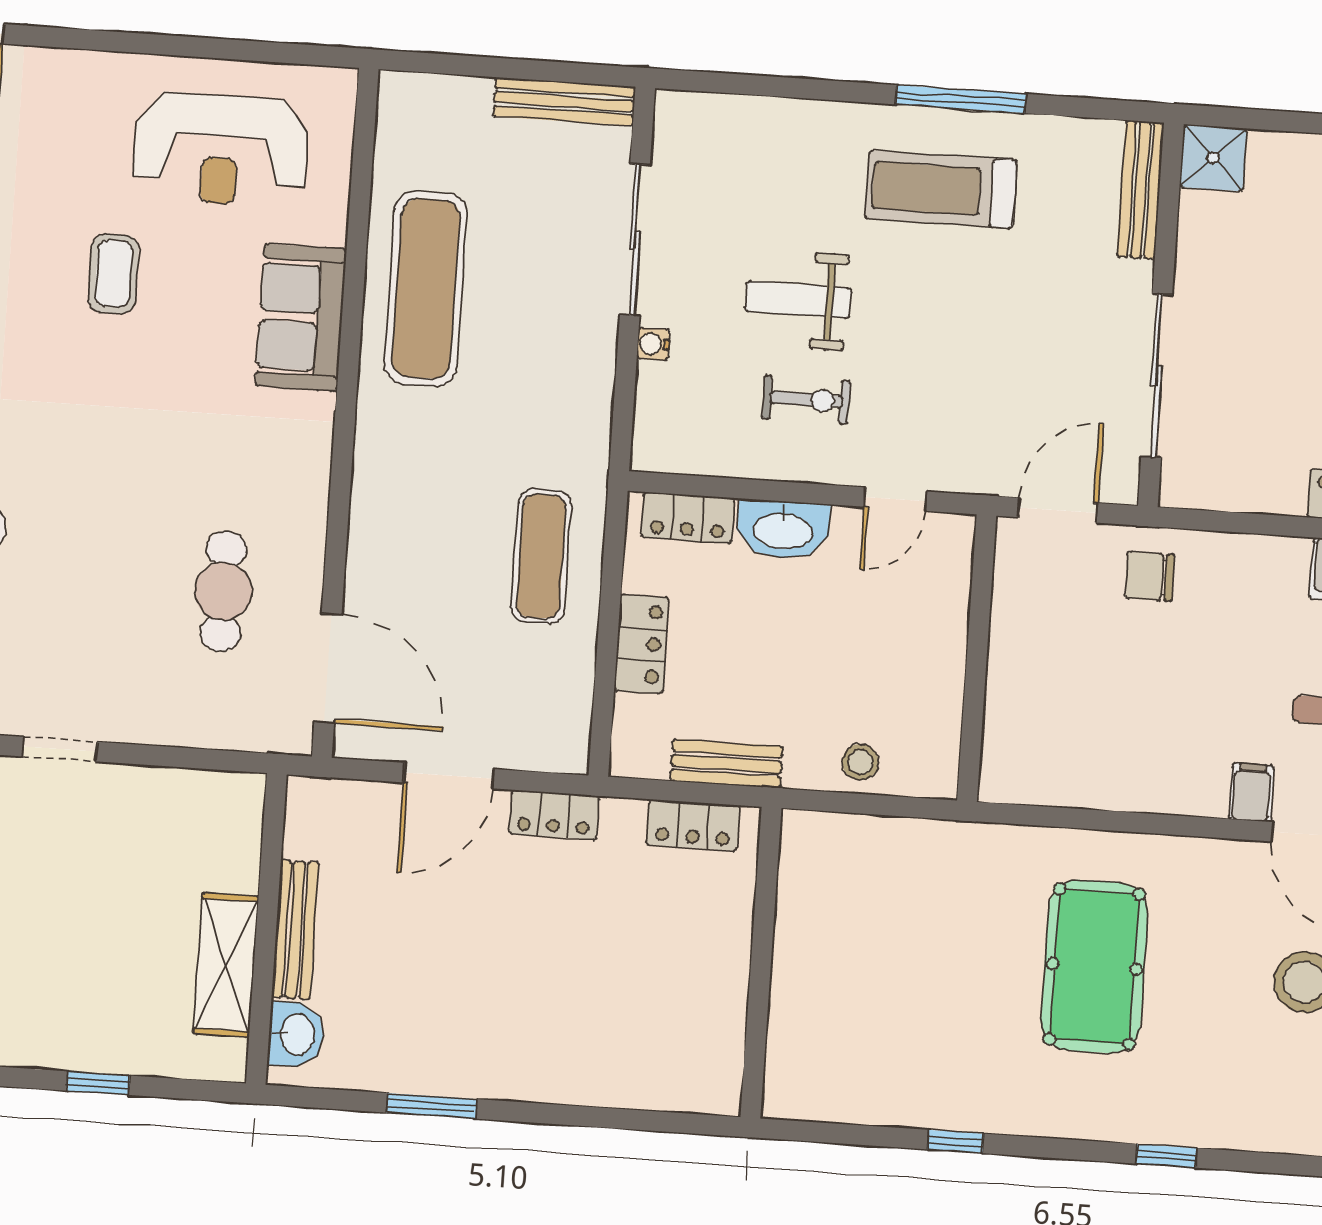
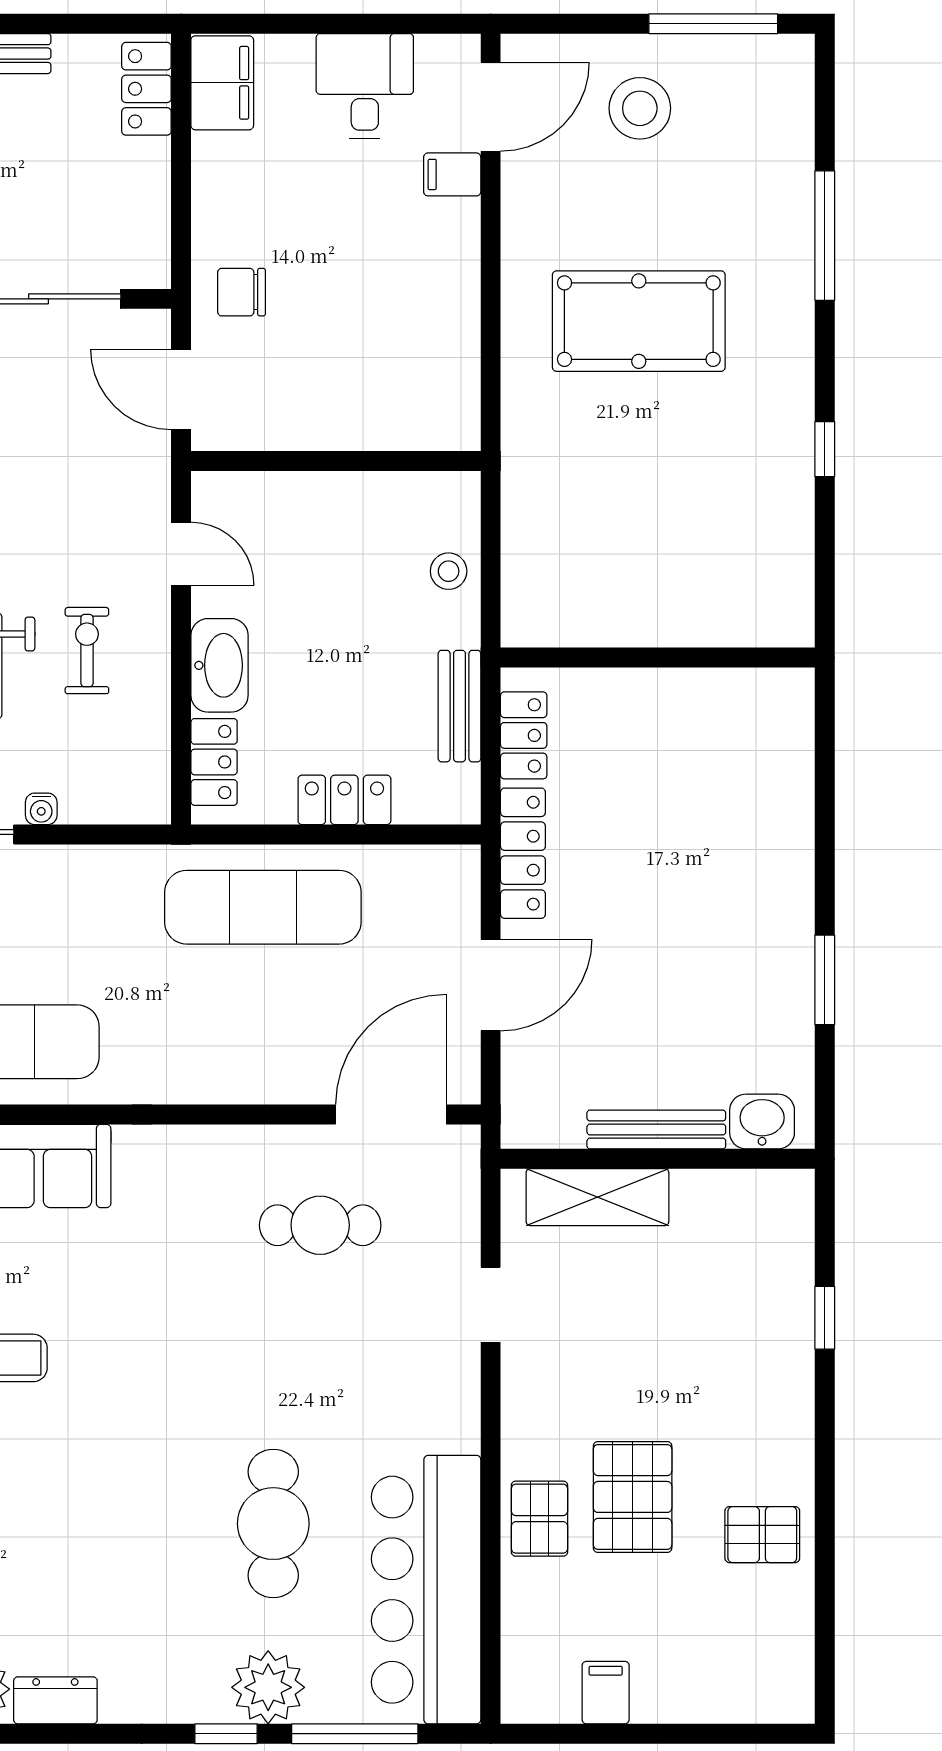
exercise mat: (541, 556) -> (263, 907), width x1.36, depth x1.45
chair: (1150, 576) -> (241, 292), turned 90
doorway: (60, 749) -> (491, 1305), moved
door: (449, 776) -> (491, 985), hinge flipped
locker: (554, 815) -> (523, 853), width x1.53
shelving: (226, 965) -> (597, 1197), moved
window: (1166, 1156) -> (825, 236), width x2.17

